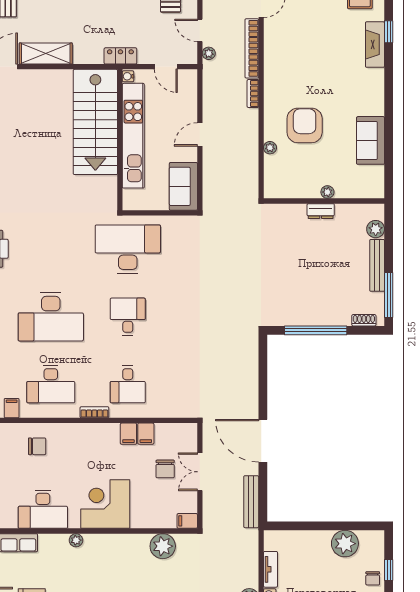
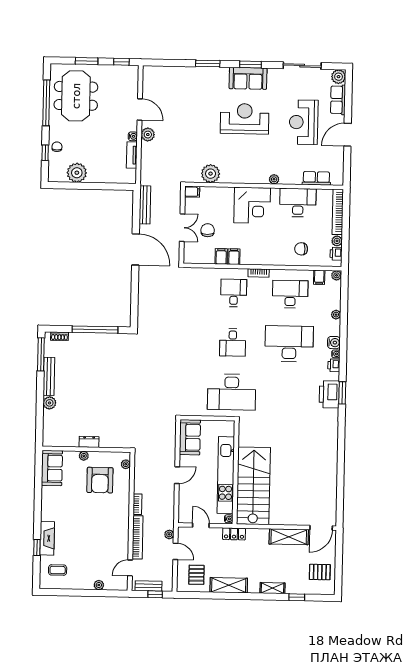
plant: (327, 192) -> (84, 456), moved
wall: (324, 201) -> (86, 449), moved
dresser: (321, 211) -> (89, 442), moved

